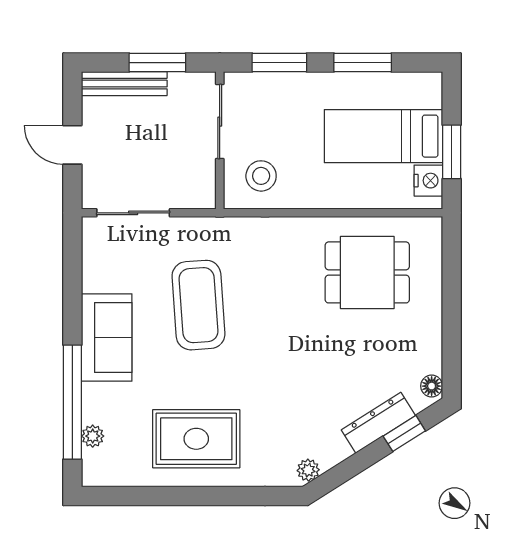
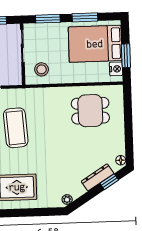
bed: (383, 136) -> (95, 44), width x1.50

